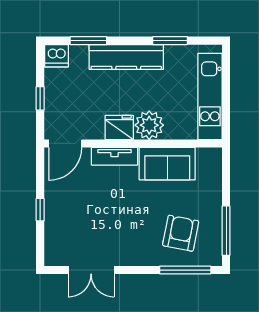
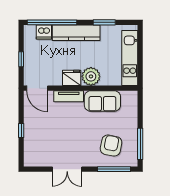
window: (88, 41) -> (52, 22), width x2.11
dishwasher: (56, 56) -> (44, 32), moved
door: (65, 143) -> (37, 88), hinge flipped
double door: (91, 270) -> (67, 169), moved

